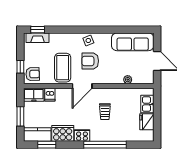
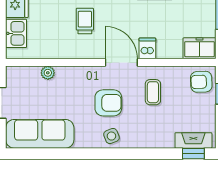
coffee table: (63, 68) -> (153, 92), width x0.54, depth x0.58
door: (82, 86) -> (121, 62), hinge flipped
dishwasher: (50, 95) -> (147, 48), moved

